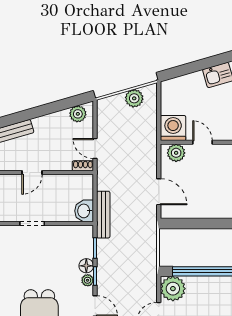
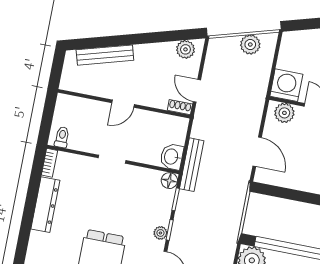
floor lamp: (86, 266) -> (169, 181), moved

